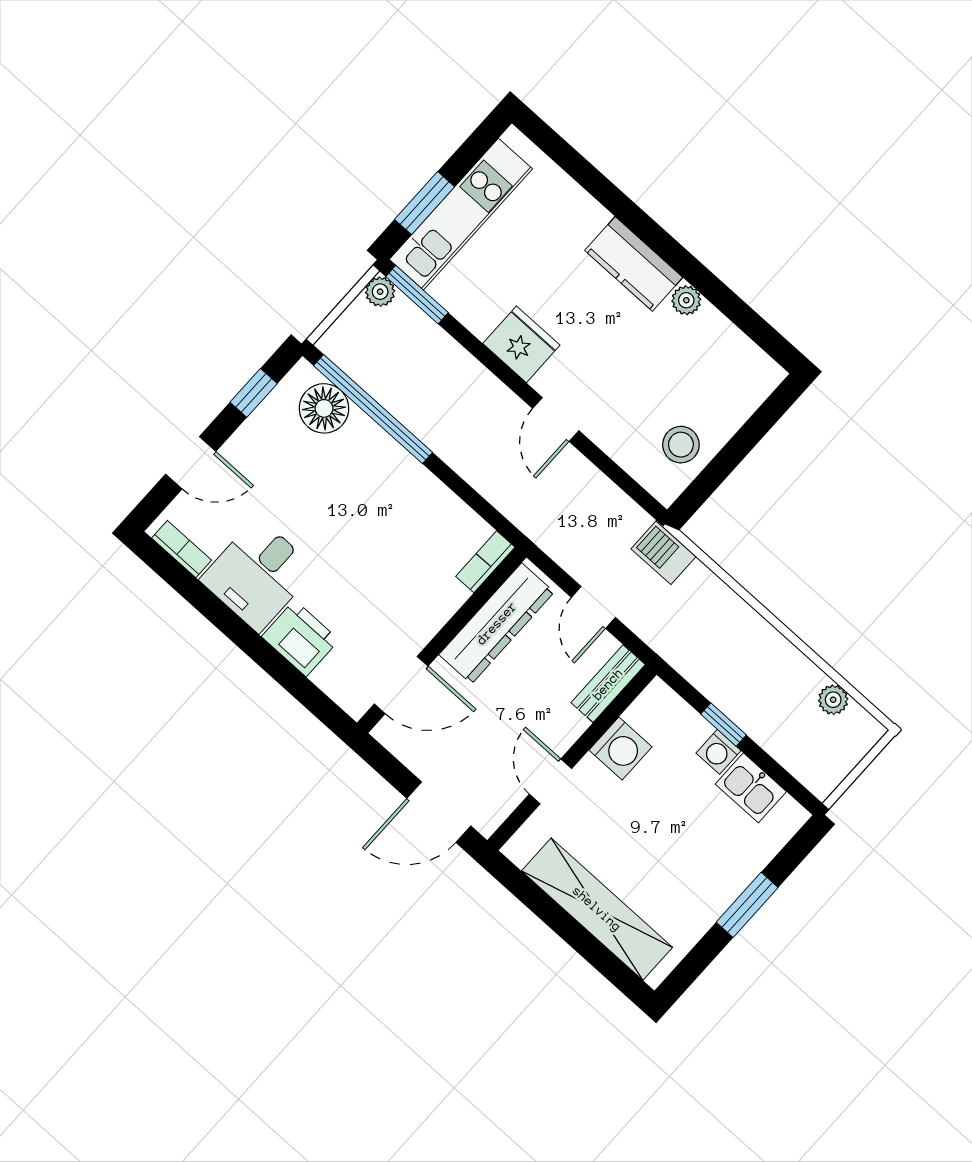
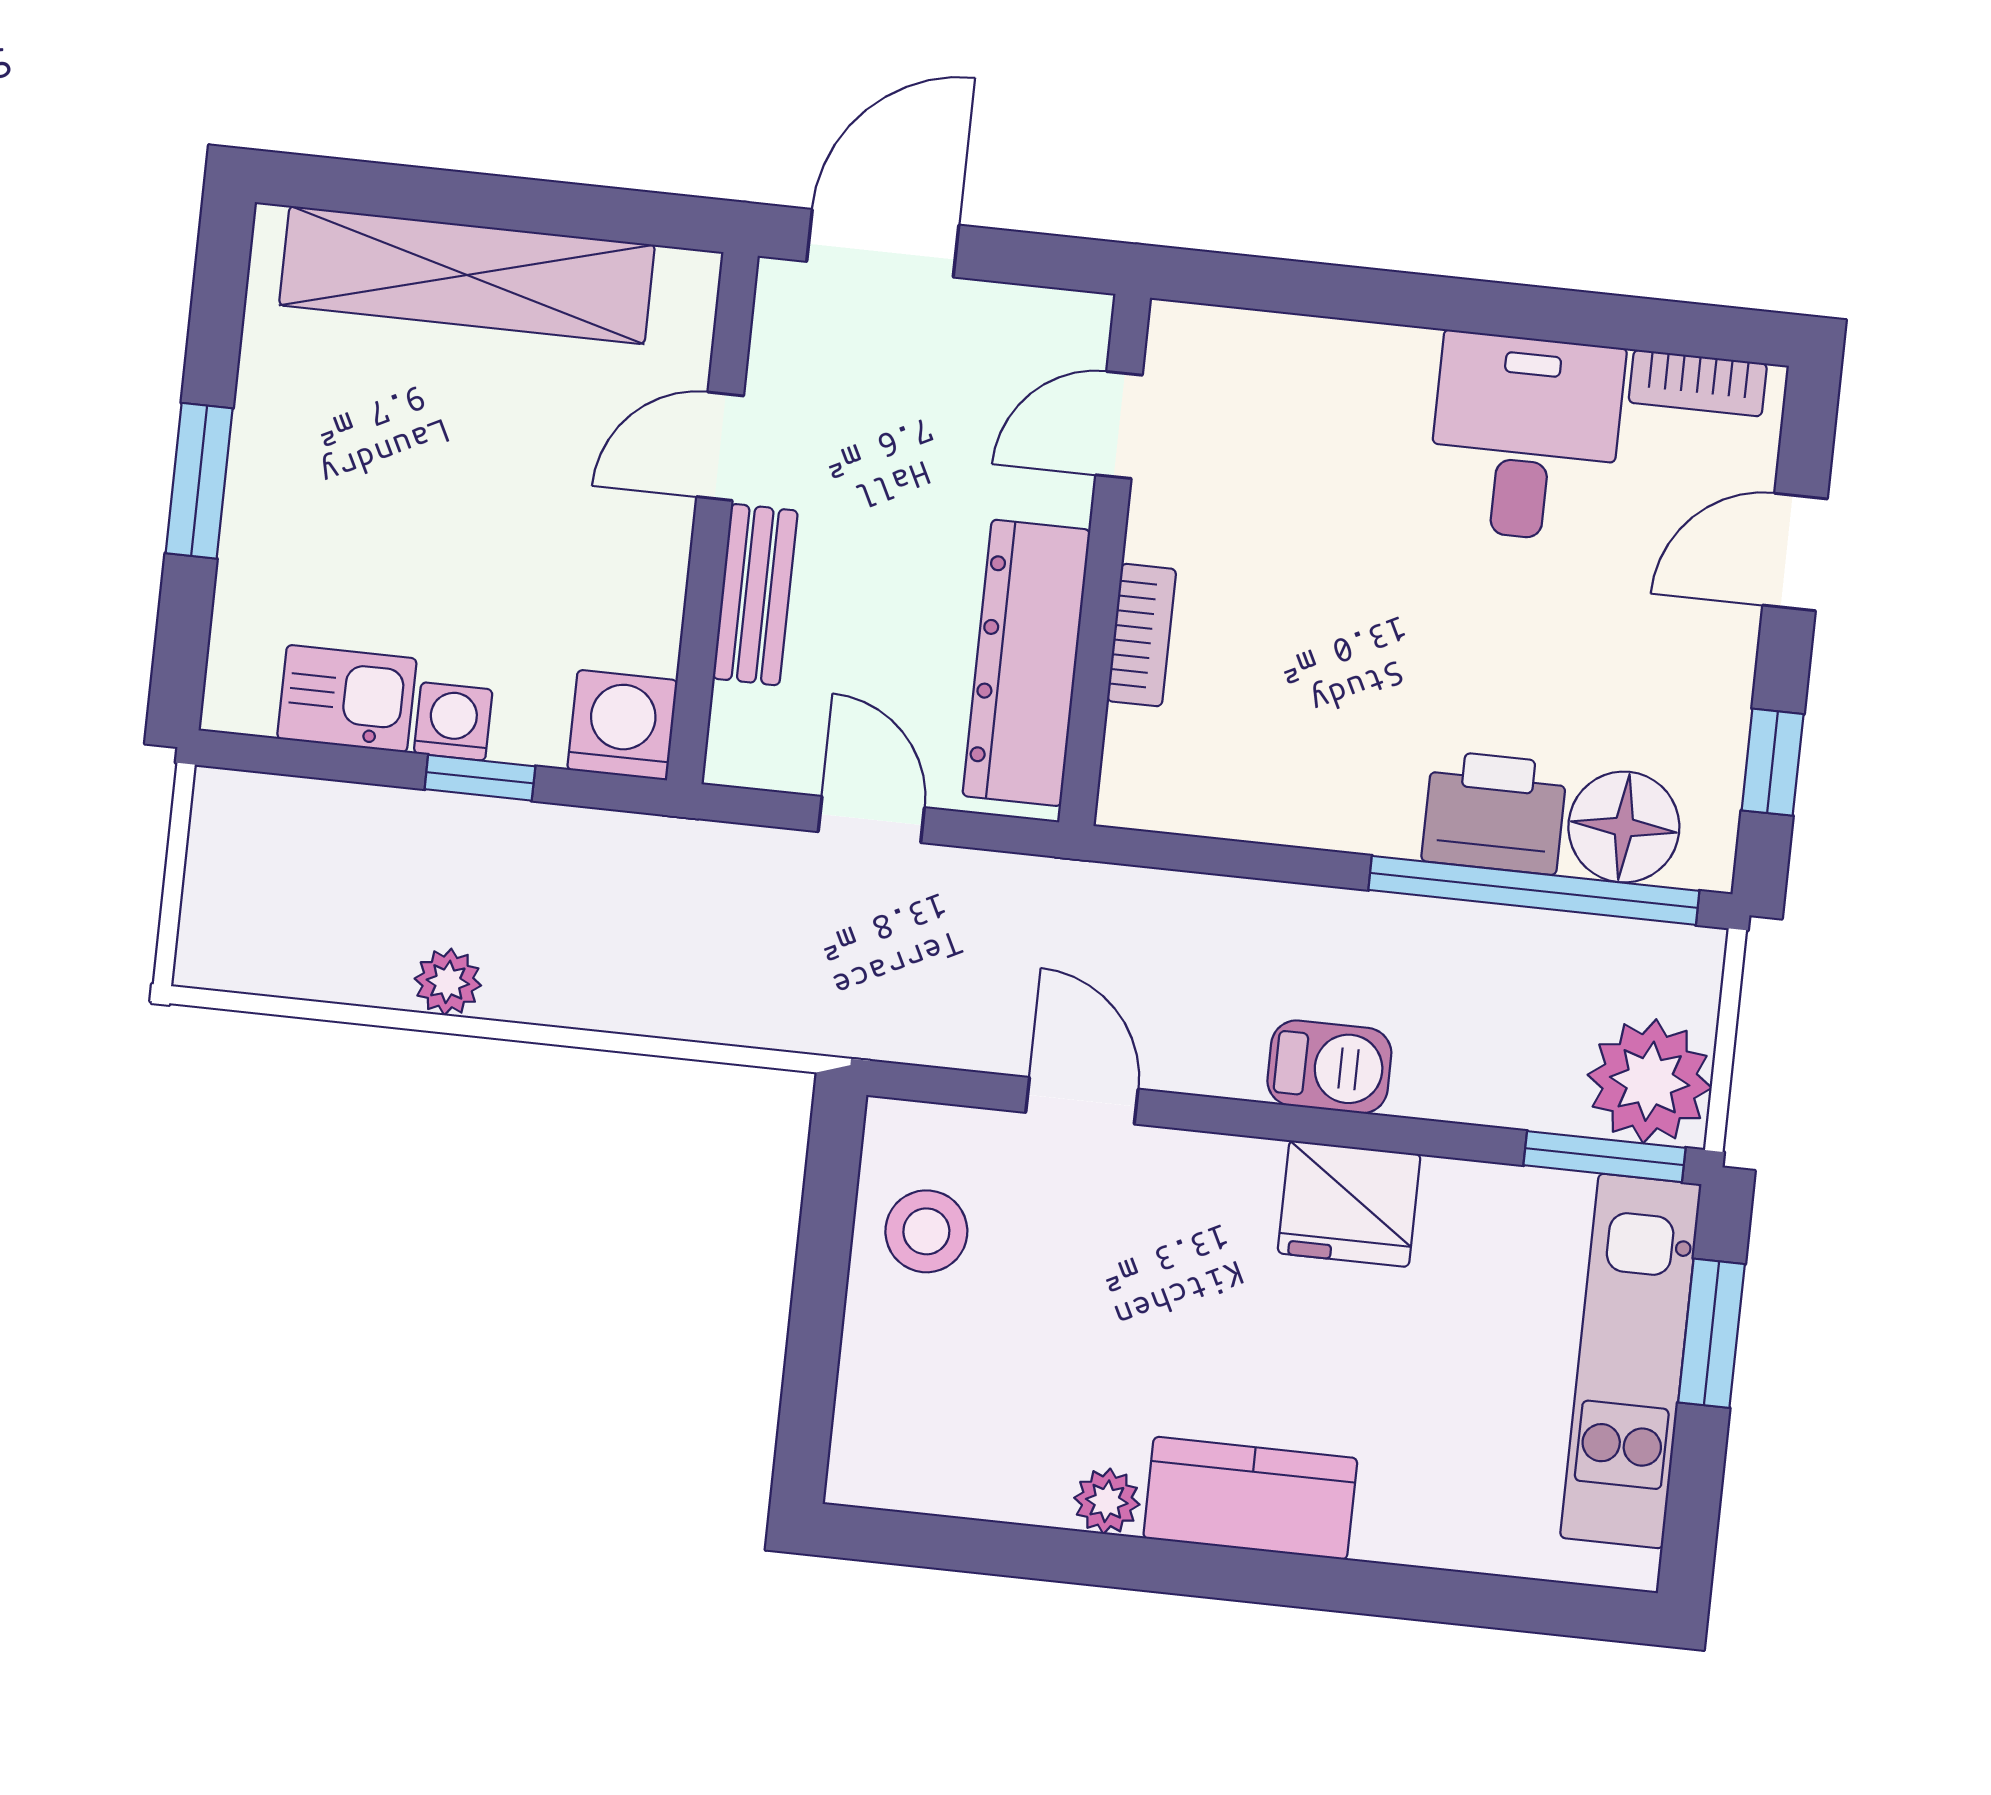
plant: (380, 292) -> (1650, 1081), width x1.88, depth x1.88
door: (556, 419) -> (1082, 1101), moved
barbecue: (664, 553) -> (1329, 1067), moved
bookcase: (485, 562) -> (1142, 635), moved
printer: (300, 638) -> (1494, 812), moved, turned 180
bench: (608, 684) -> (755, 595), moved
door: (401, 685) -> (1119, 425), width x0.73
plant: (833, 700) -> (448, 982), moved
washing machine: (620, 749) -> (622, 725), moved, turned 90
door: (550, 781) -> (720, 446), swing flipped

